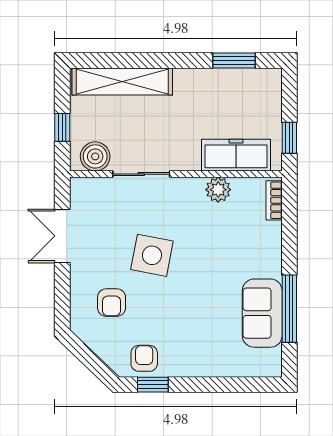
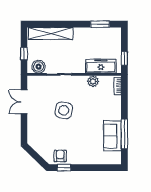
armchair: (112, 303) -> (46, 131), removed

